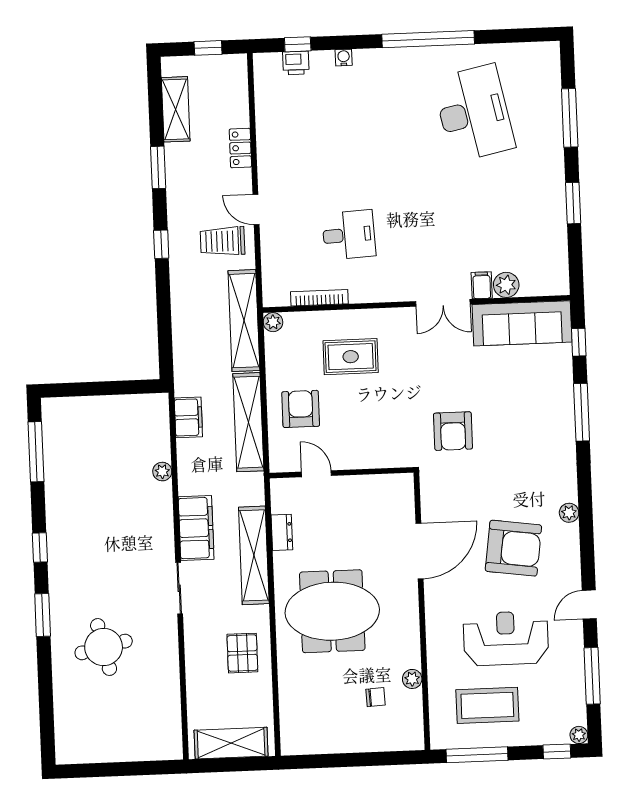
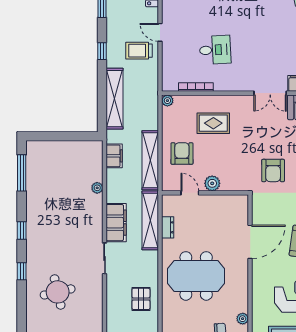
shelving: (244, 321) -> (114, 99), moved
plant: (353, 457) -> (212, 183), added
shelving: (254, 555) -> (150, 220), moved
window: (43, 615) -> (22, 271), width x0.67

